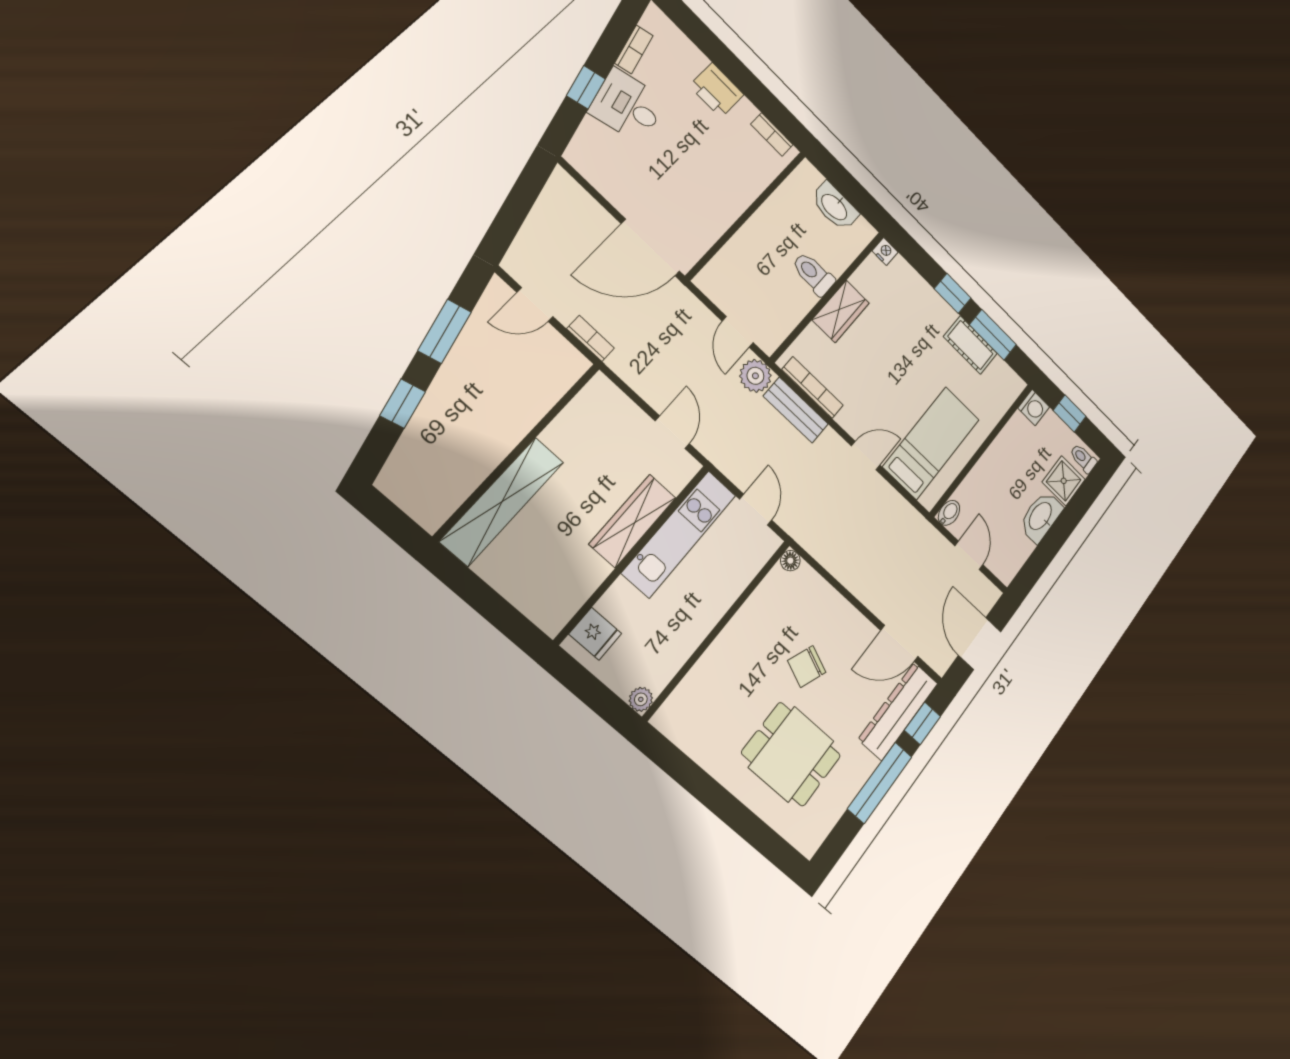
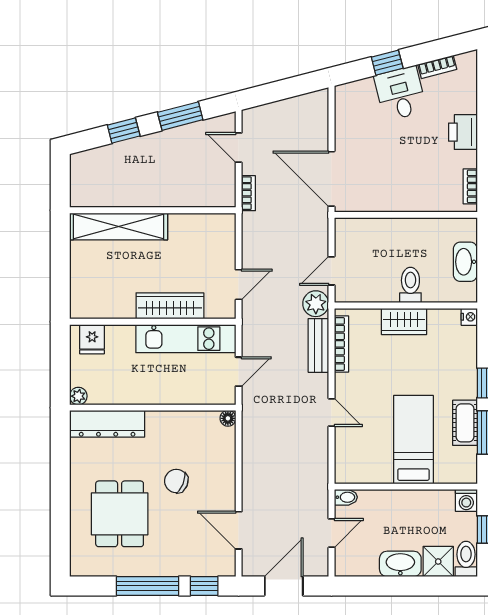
bed: (931, 443) -> (413, 440), moved, turned -90
toilet: (1083, 458) -> (466, 559), width x1.37, depth x1.39
dresser: (898, 711) -> (107, 424), moved, turned 180

